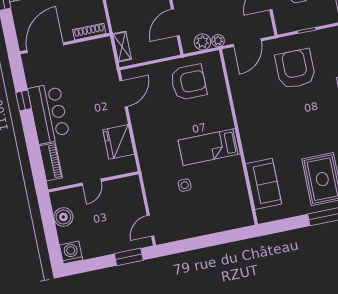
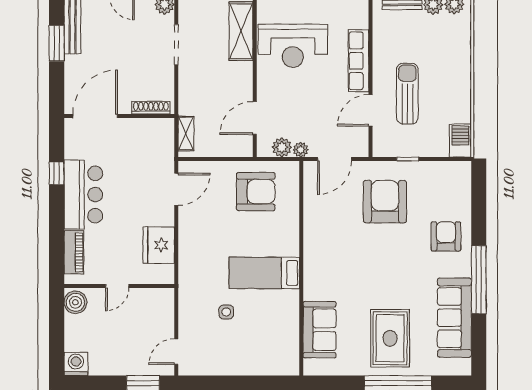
boiler: (63, 217) -> (75, 302), moved

